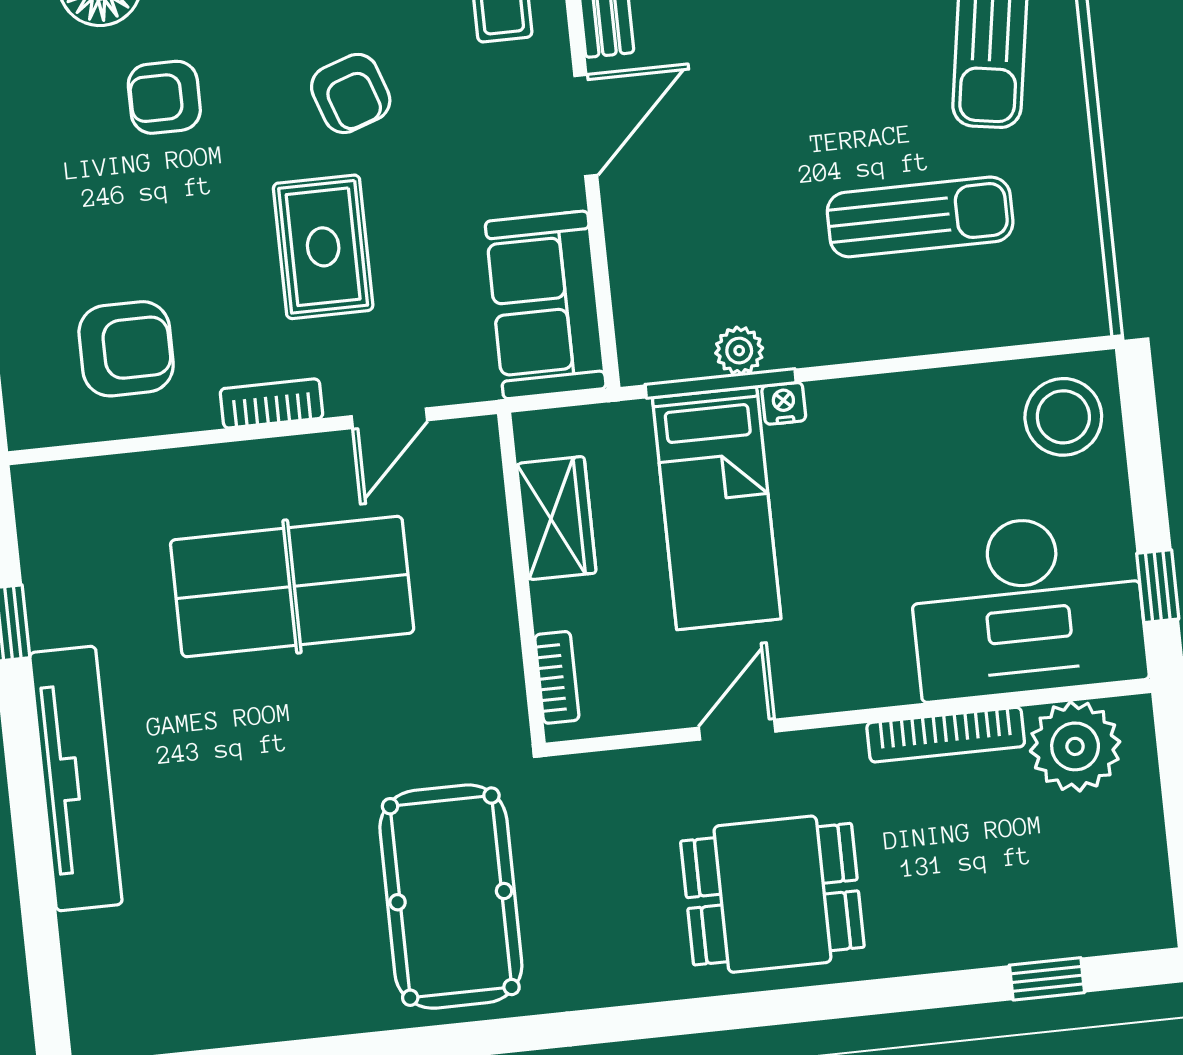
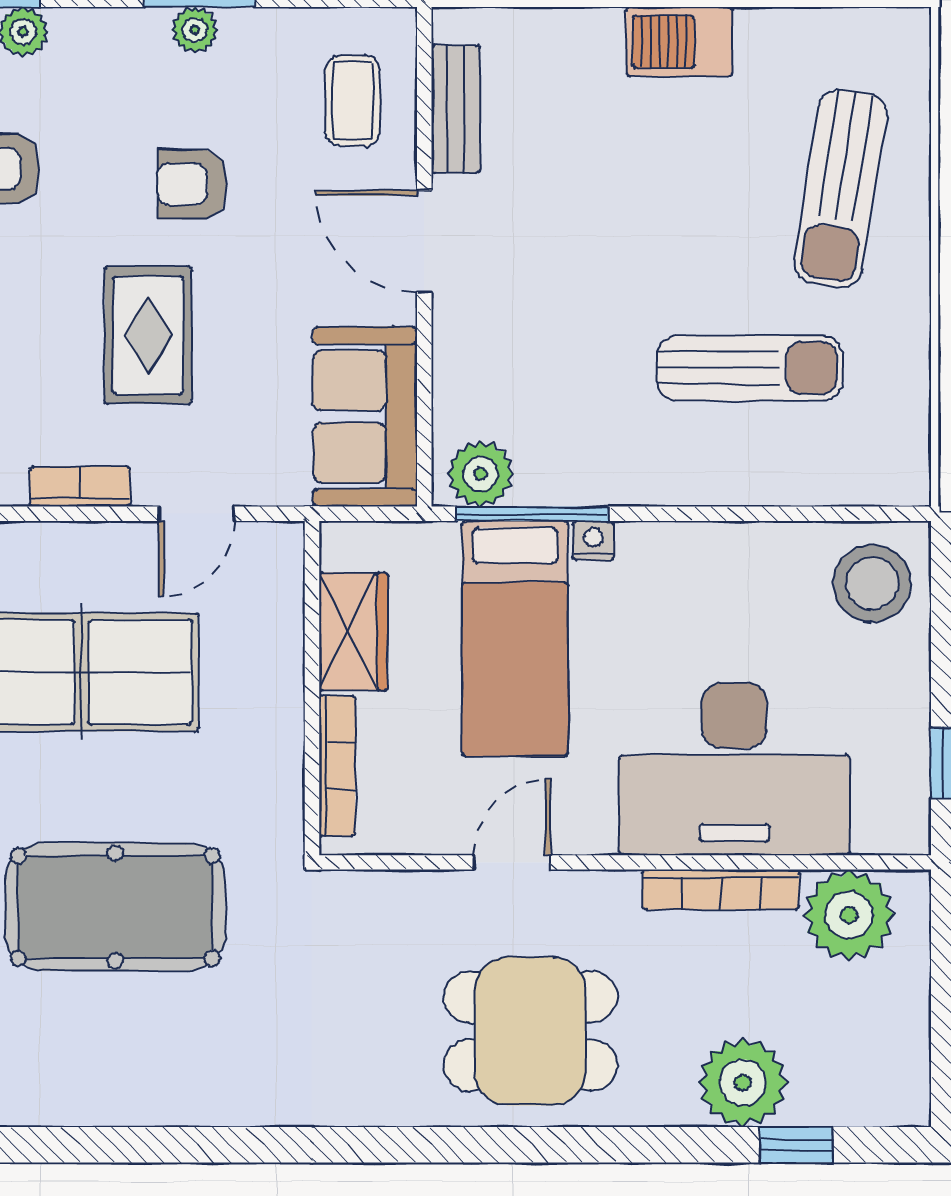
armchair: (351, 93) -> (192, 184), turned 109
door: (586, 126) -> (424, 241), swing flipped
plant: (739, 351) -> (481, 474), moved, width x1.38, depth x1.38
desk: (1027, 606) -> (734, 769), moved
bookcase: (557, 677) -> (337, 766), width x1.56
pool table: (451, 897) -> (115, 907), moved, turned 90
plant: (988, 923) -> (743, 1083), added

